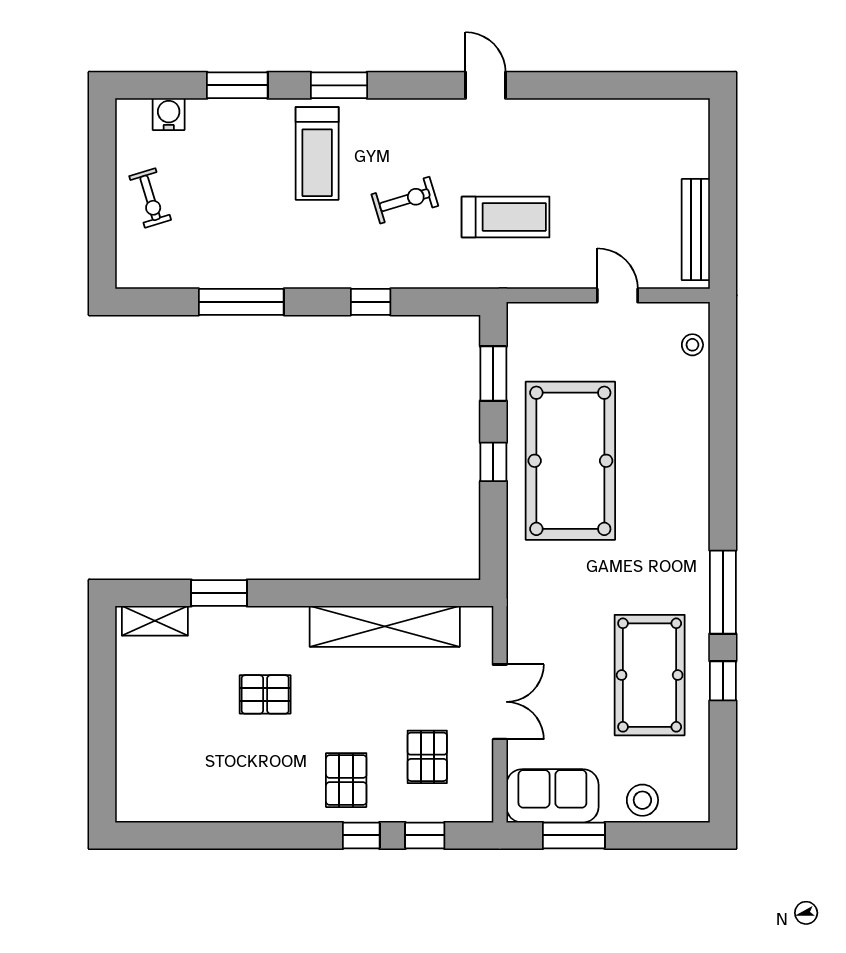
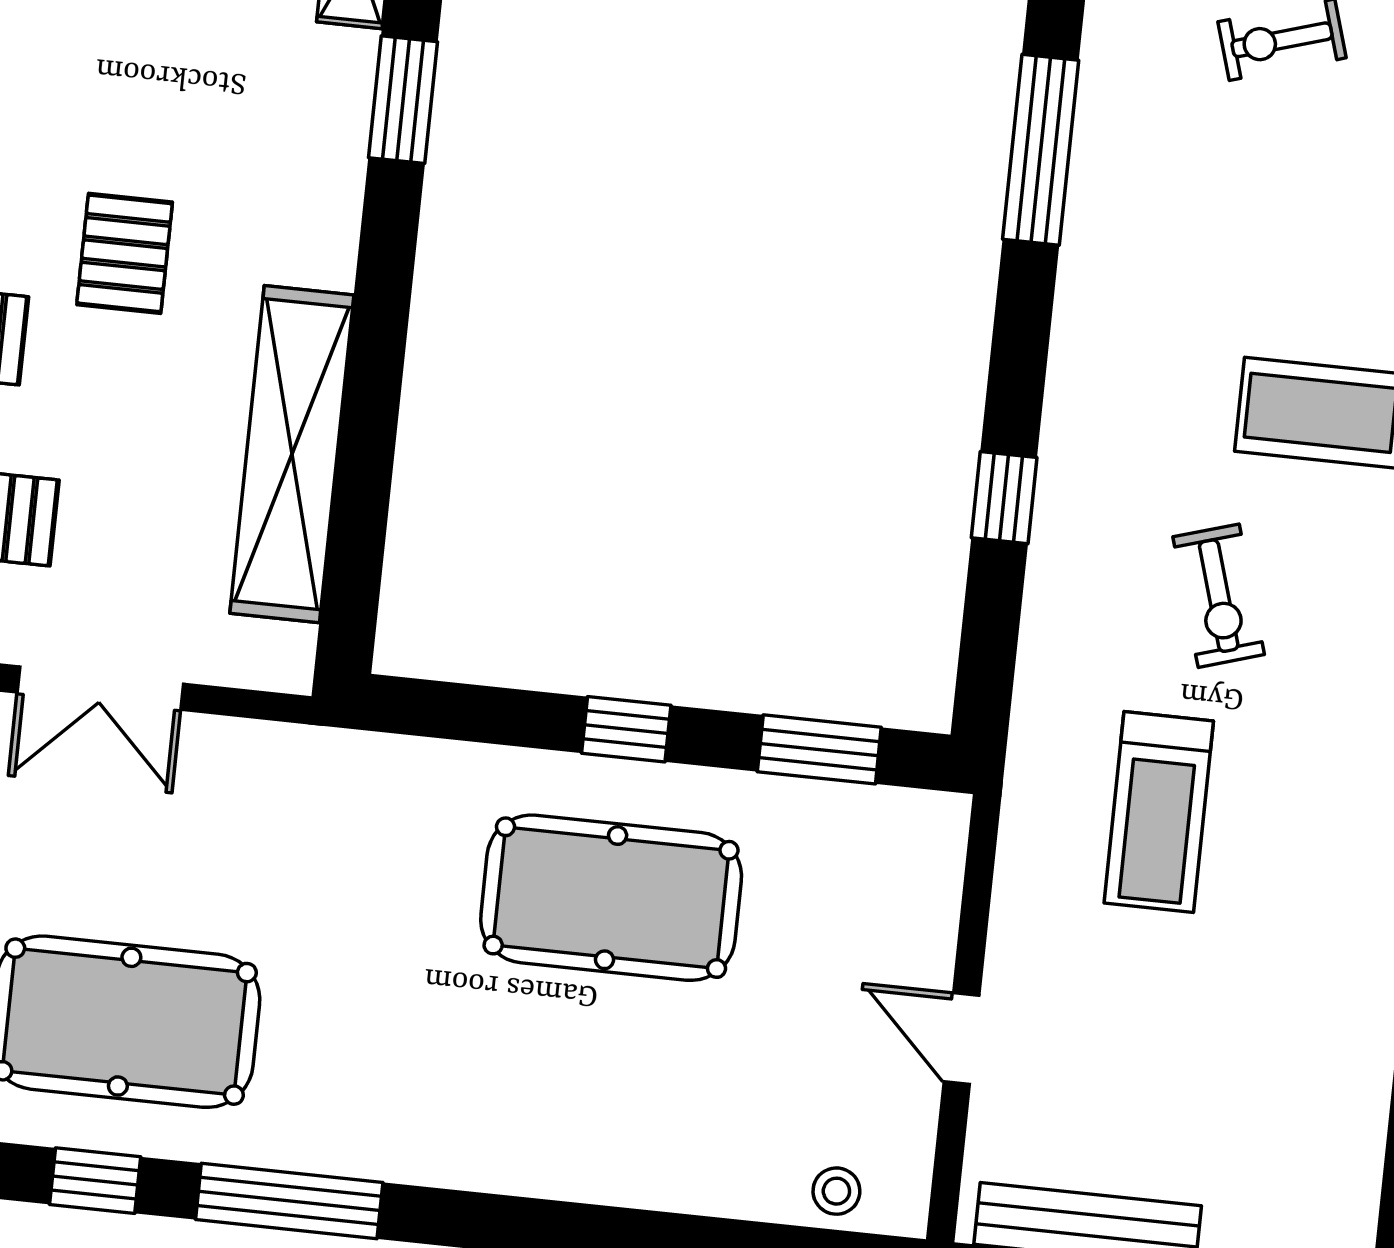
door: (617, 295) -> (961, 1039), swing flipped
window: (241, 302) -> (1041, 150), moved
pool table: (570, 461) -> (611, 898), width x0.73, depth x0.76
pallet: (265, 694) -> (125, 253), moved

